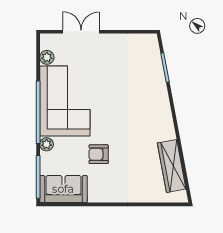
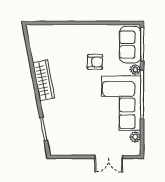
wardrobe: (172, 166) -> (44, 80), moved
sofa: (63, 189) -> (130, 45), moved, turned 90

